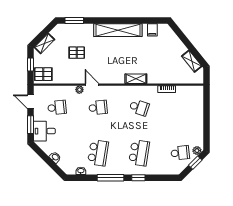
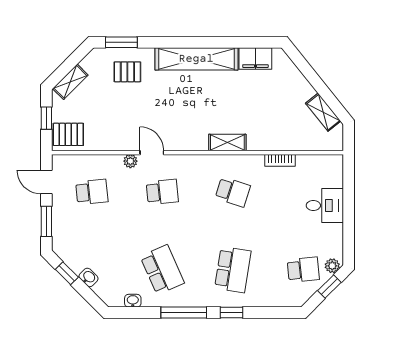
filing cabinet: (152, 30) -> (255, 58), width x2.00
pallet: (77, 53) -> (127, 72), moved
desk: (44, 131) -> (325, 205), moved, turned 180
school desk: (98, 153) -> (162, 270), turned -33
window: (42, 155) -> (67, 273), added

